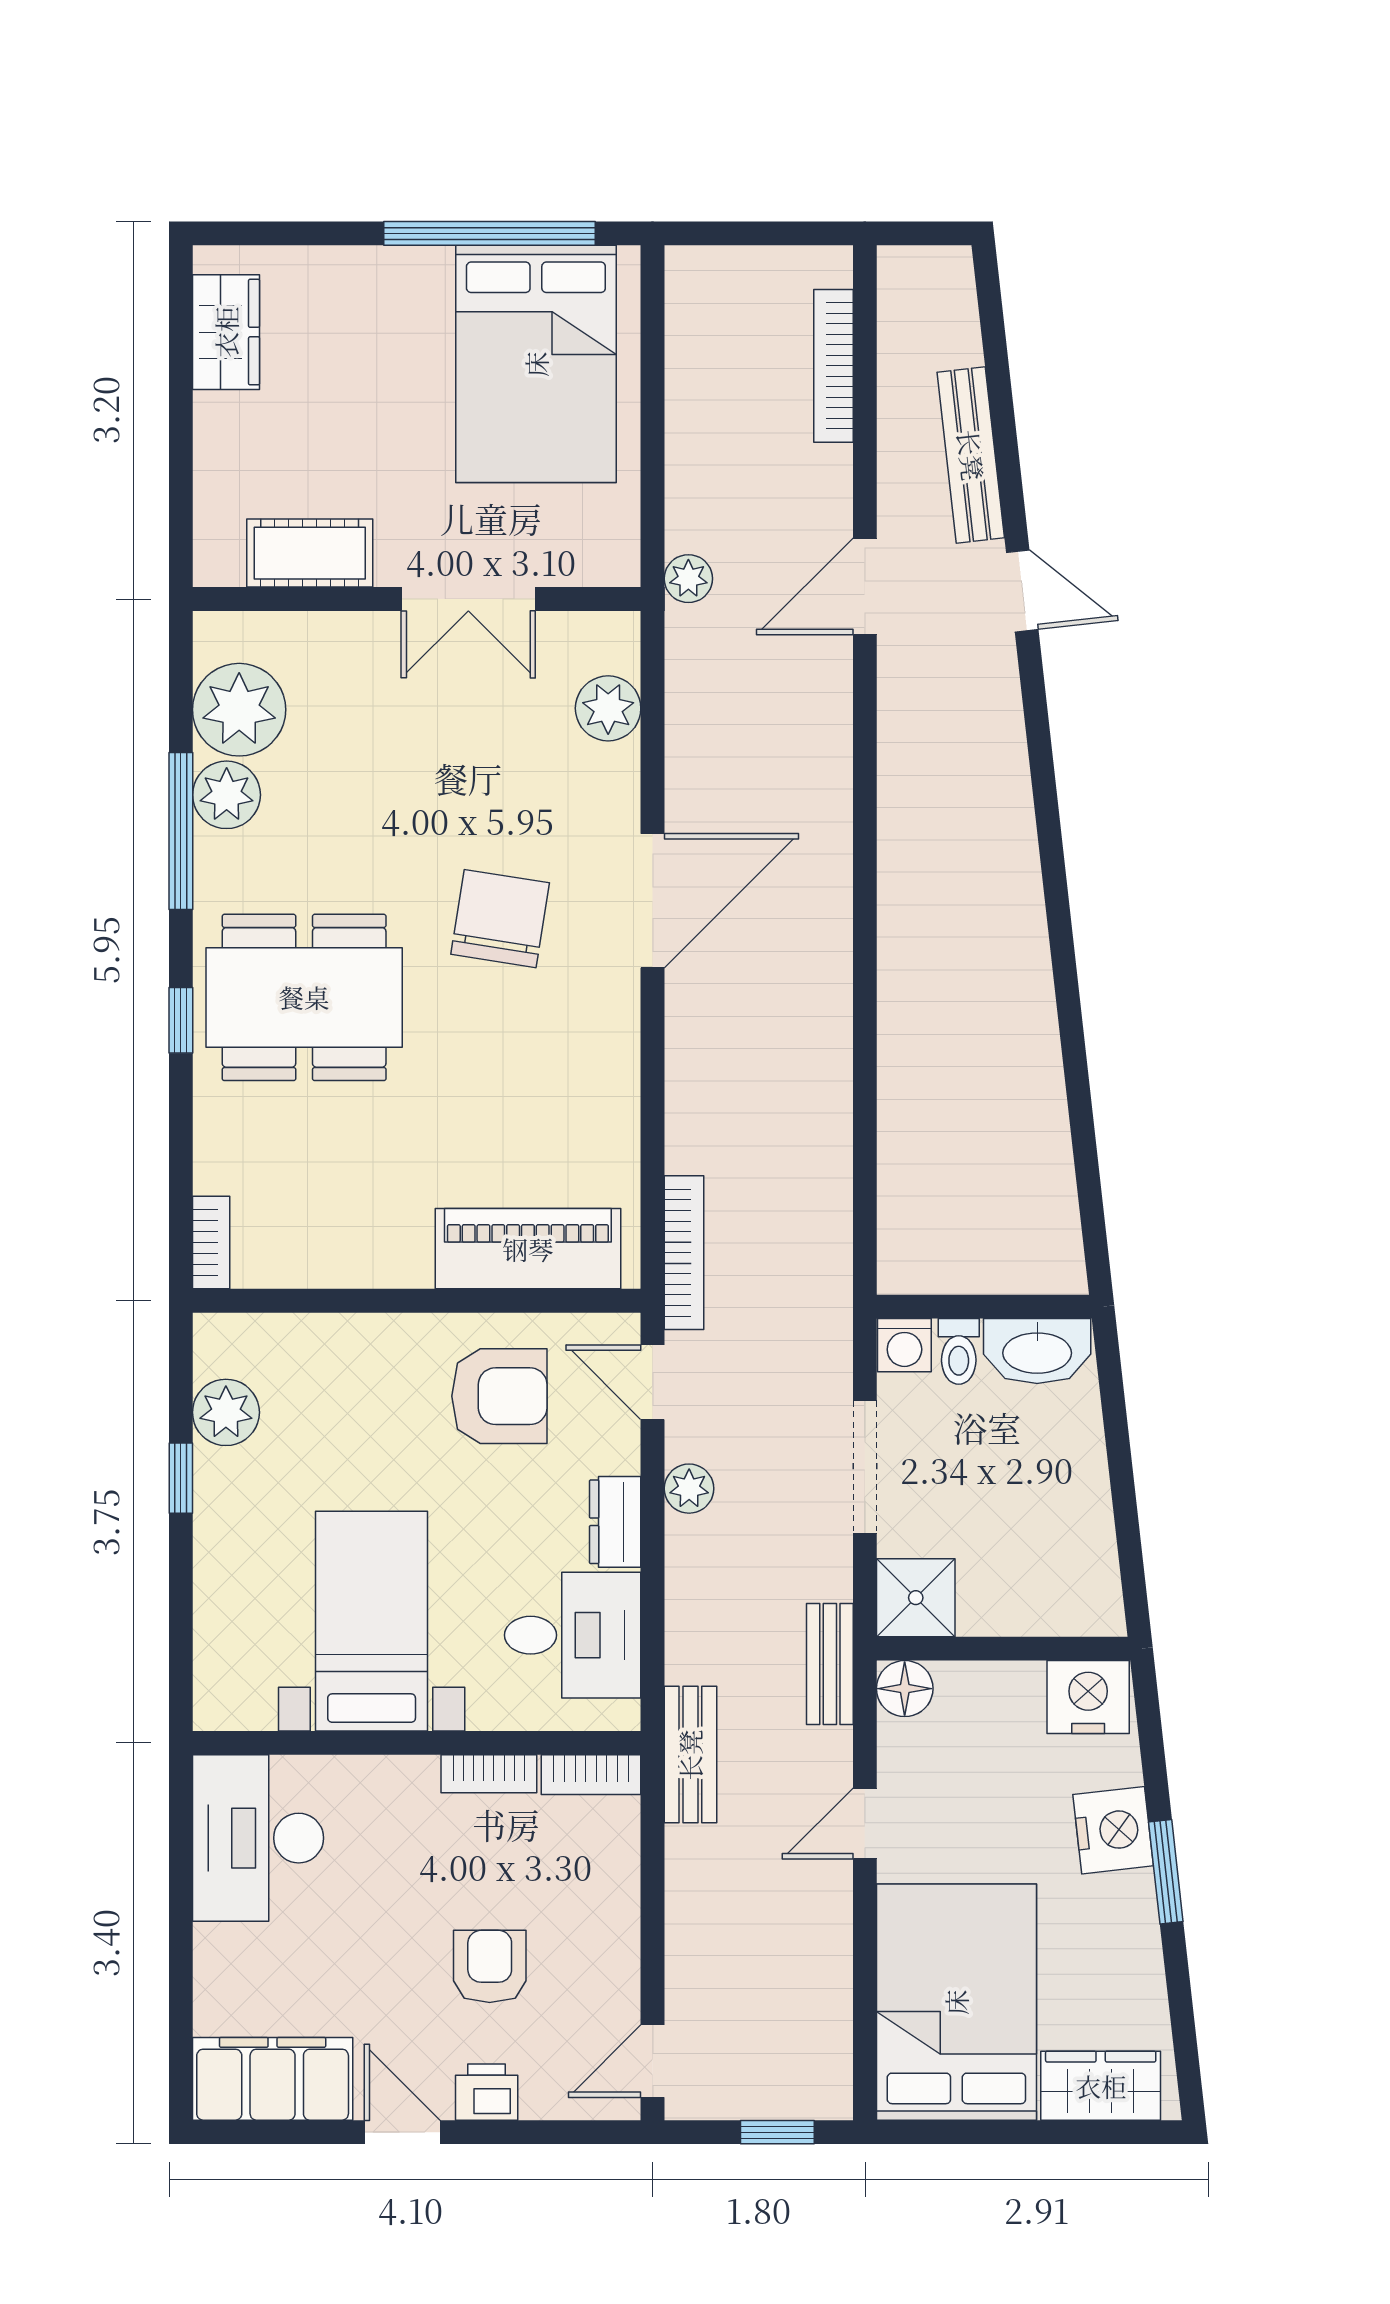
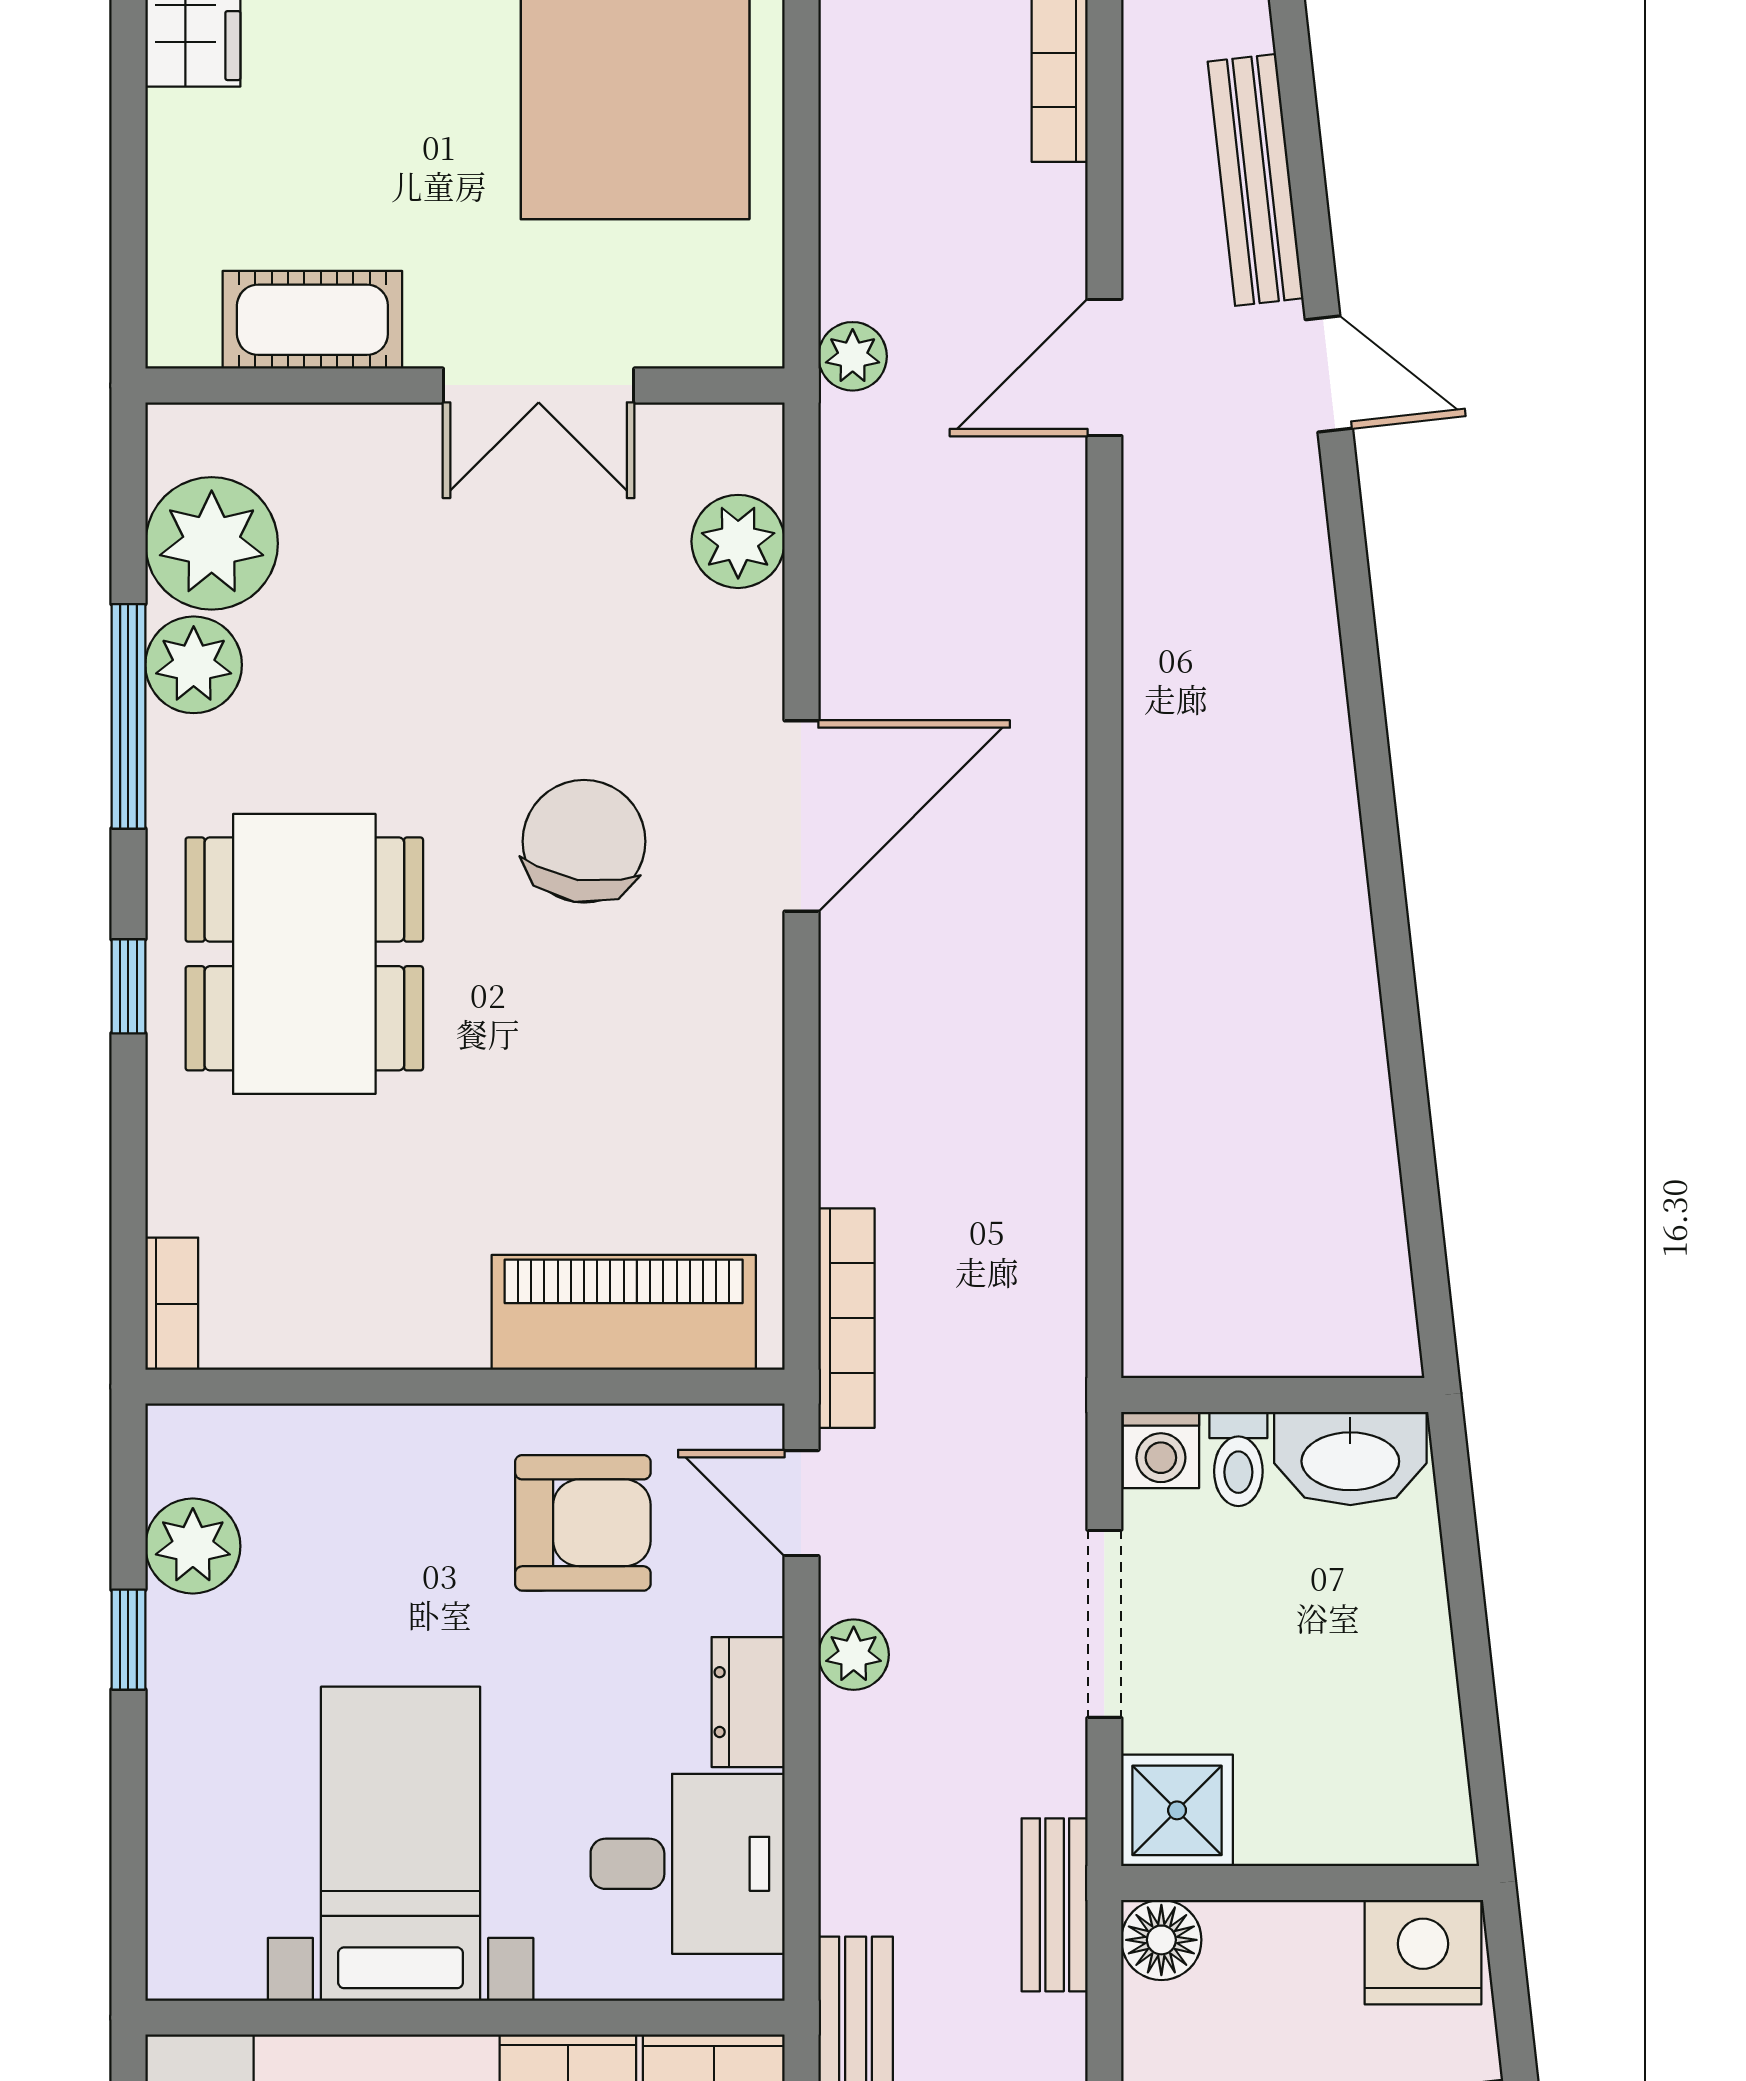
dining table: (304, 997) -> (304, 954), turned 90

